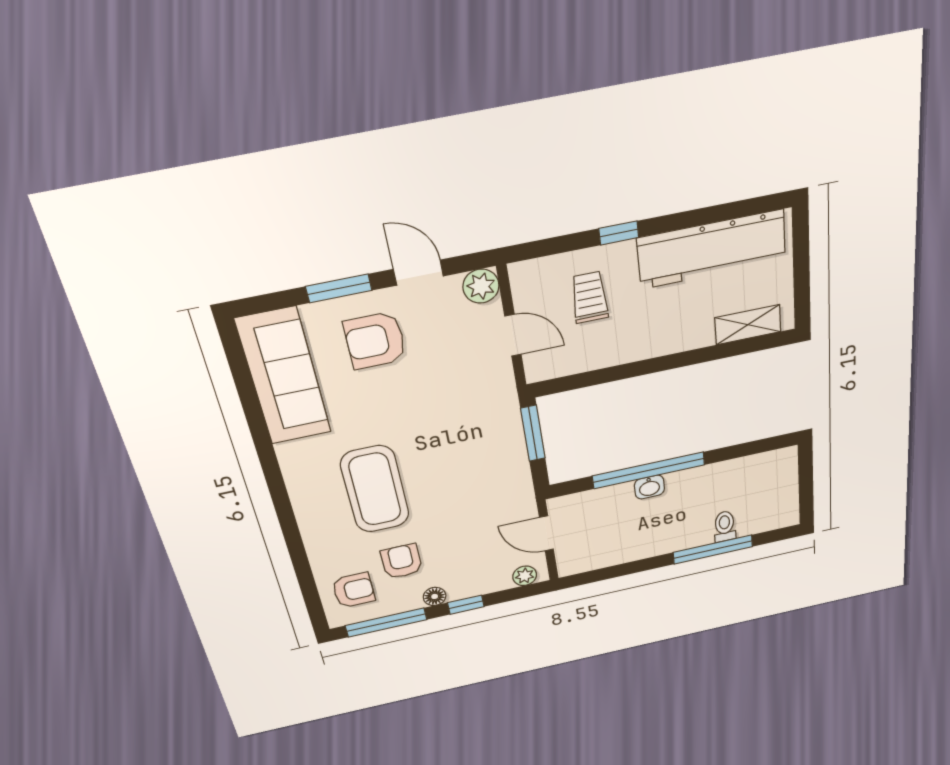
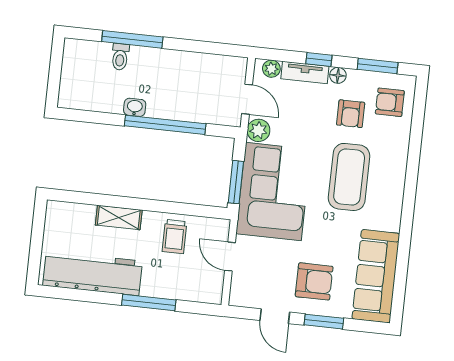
window: (619, 233) -> (149, 303), width x2.17
plant: (481, 286) -> (258, 130), moved
trolley: (590, 297) -> (175, 237), moved
shelving: (748, 325) -> (119, 218), moved
corner sofa: (476, 438) -> (273, 192), added
washbasin: (649, 487) -> (135, 107), moved
tv unit: (479, 586) -> (305, 72), added
window: (386, 623) -> (378, 66), width x0.69

